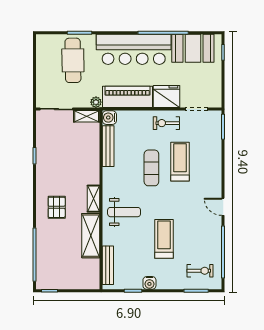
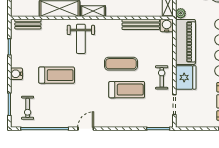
bench: (108, 265) -> (28, 24), width x0.73
water cooler: (149, 283) -> (17, 74), moved

